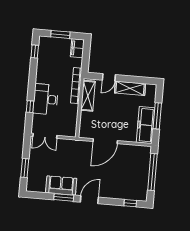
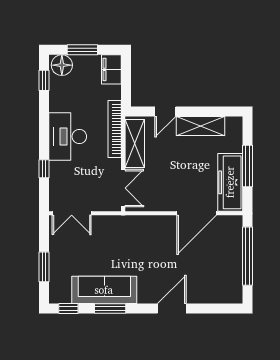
floor lamp: (47, 43) -> (62, 65), added
desk: (46, 99) -> (68, 137), moved
double door: (78, 123) -> (123, 188), added
door: (105, 141) -> (197, 213), moved
sofa: (61, 186) -> (104, 290), width x1.36
door: (89, 200) -> (172, 309), moved
window: (130, 203) -> (68, 309), moved

